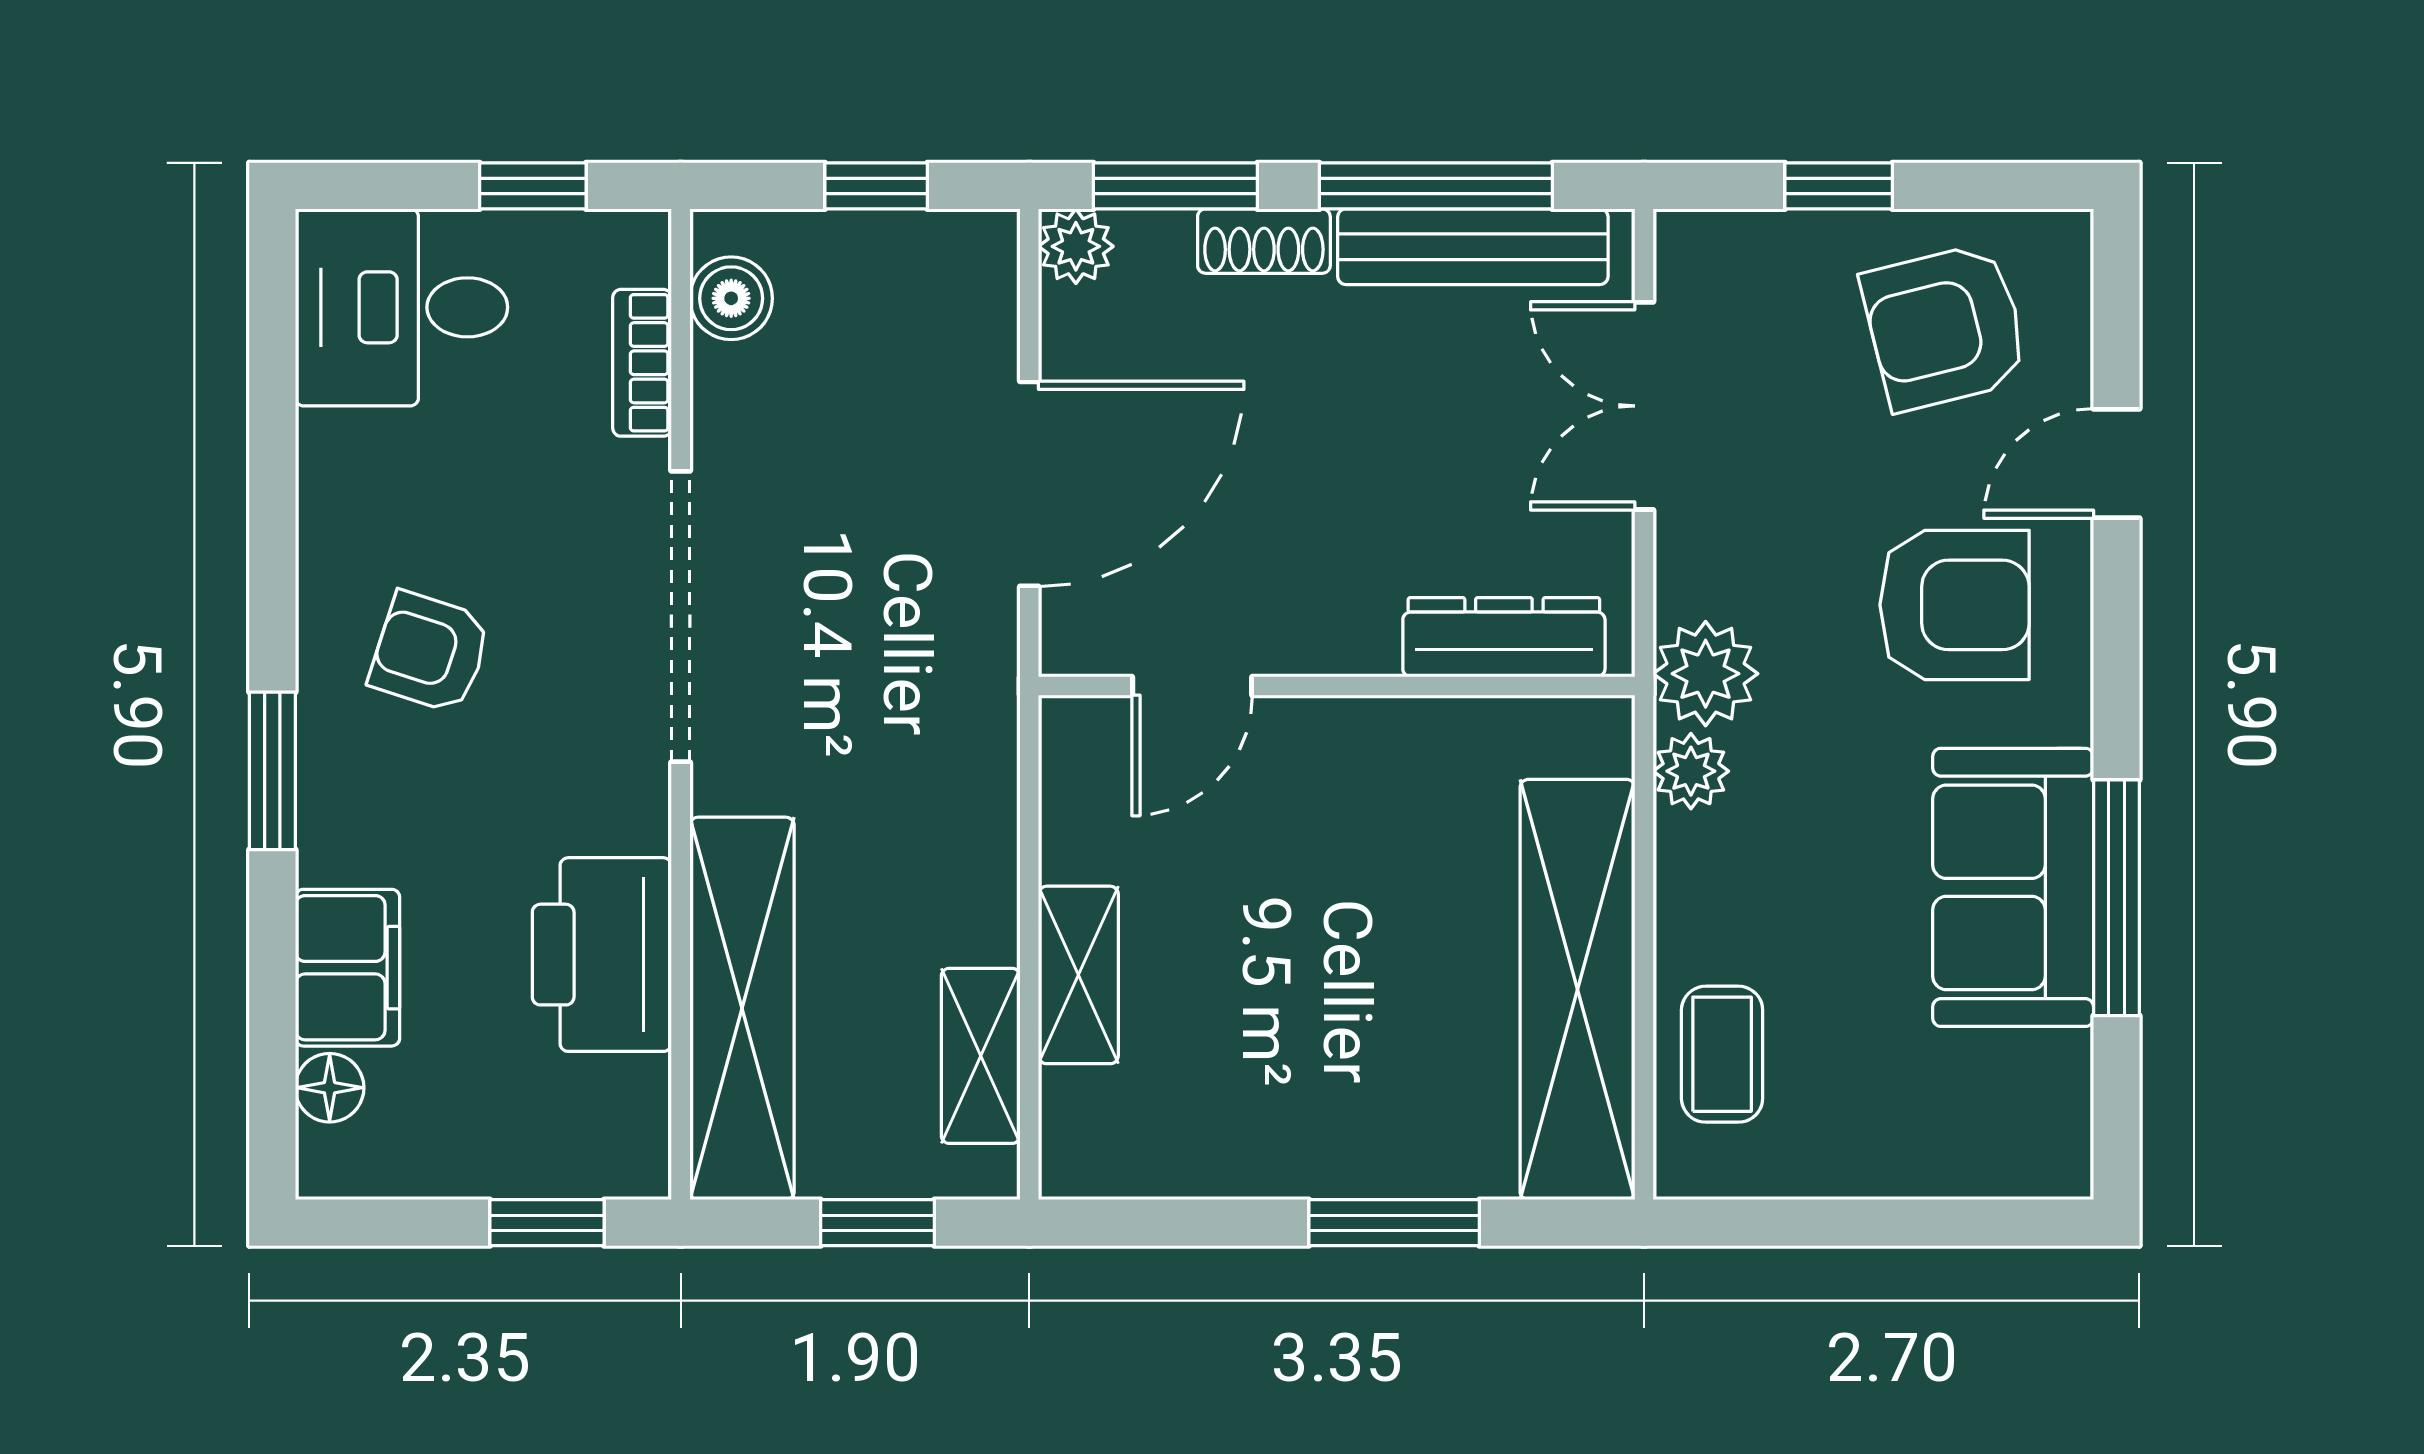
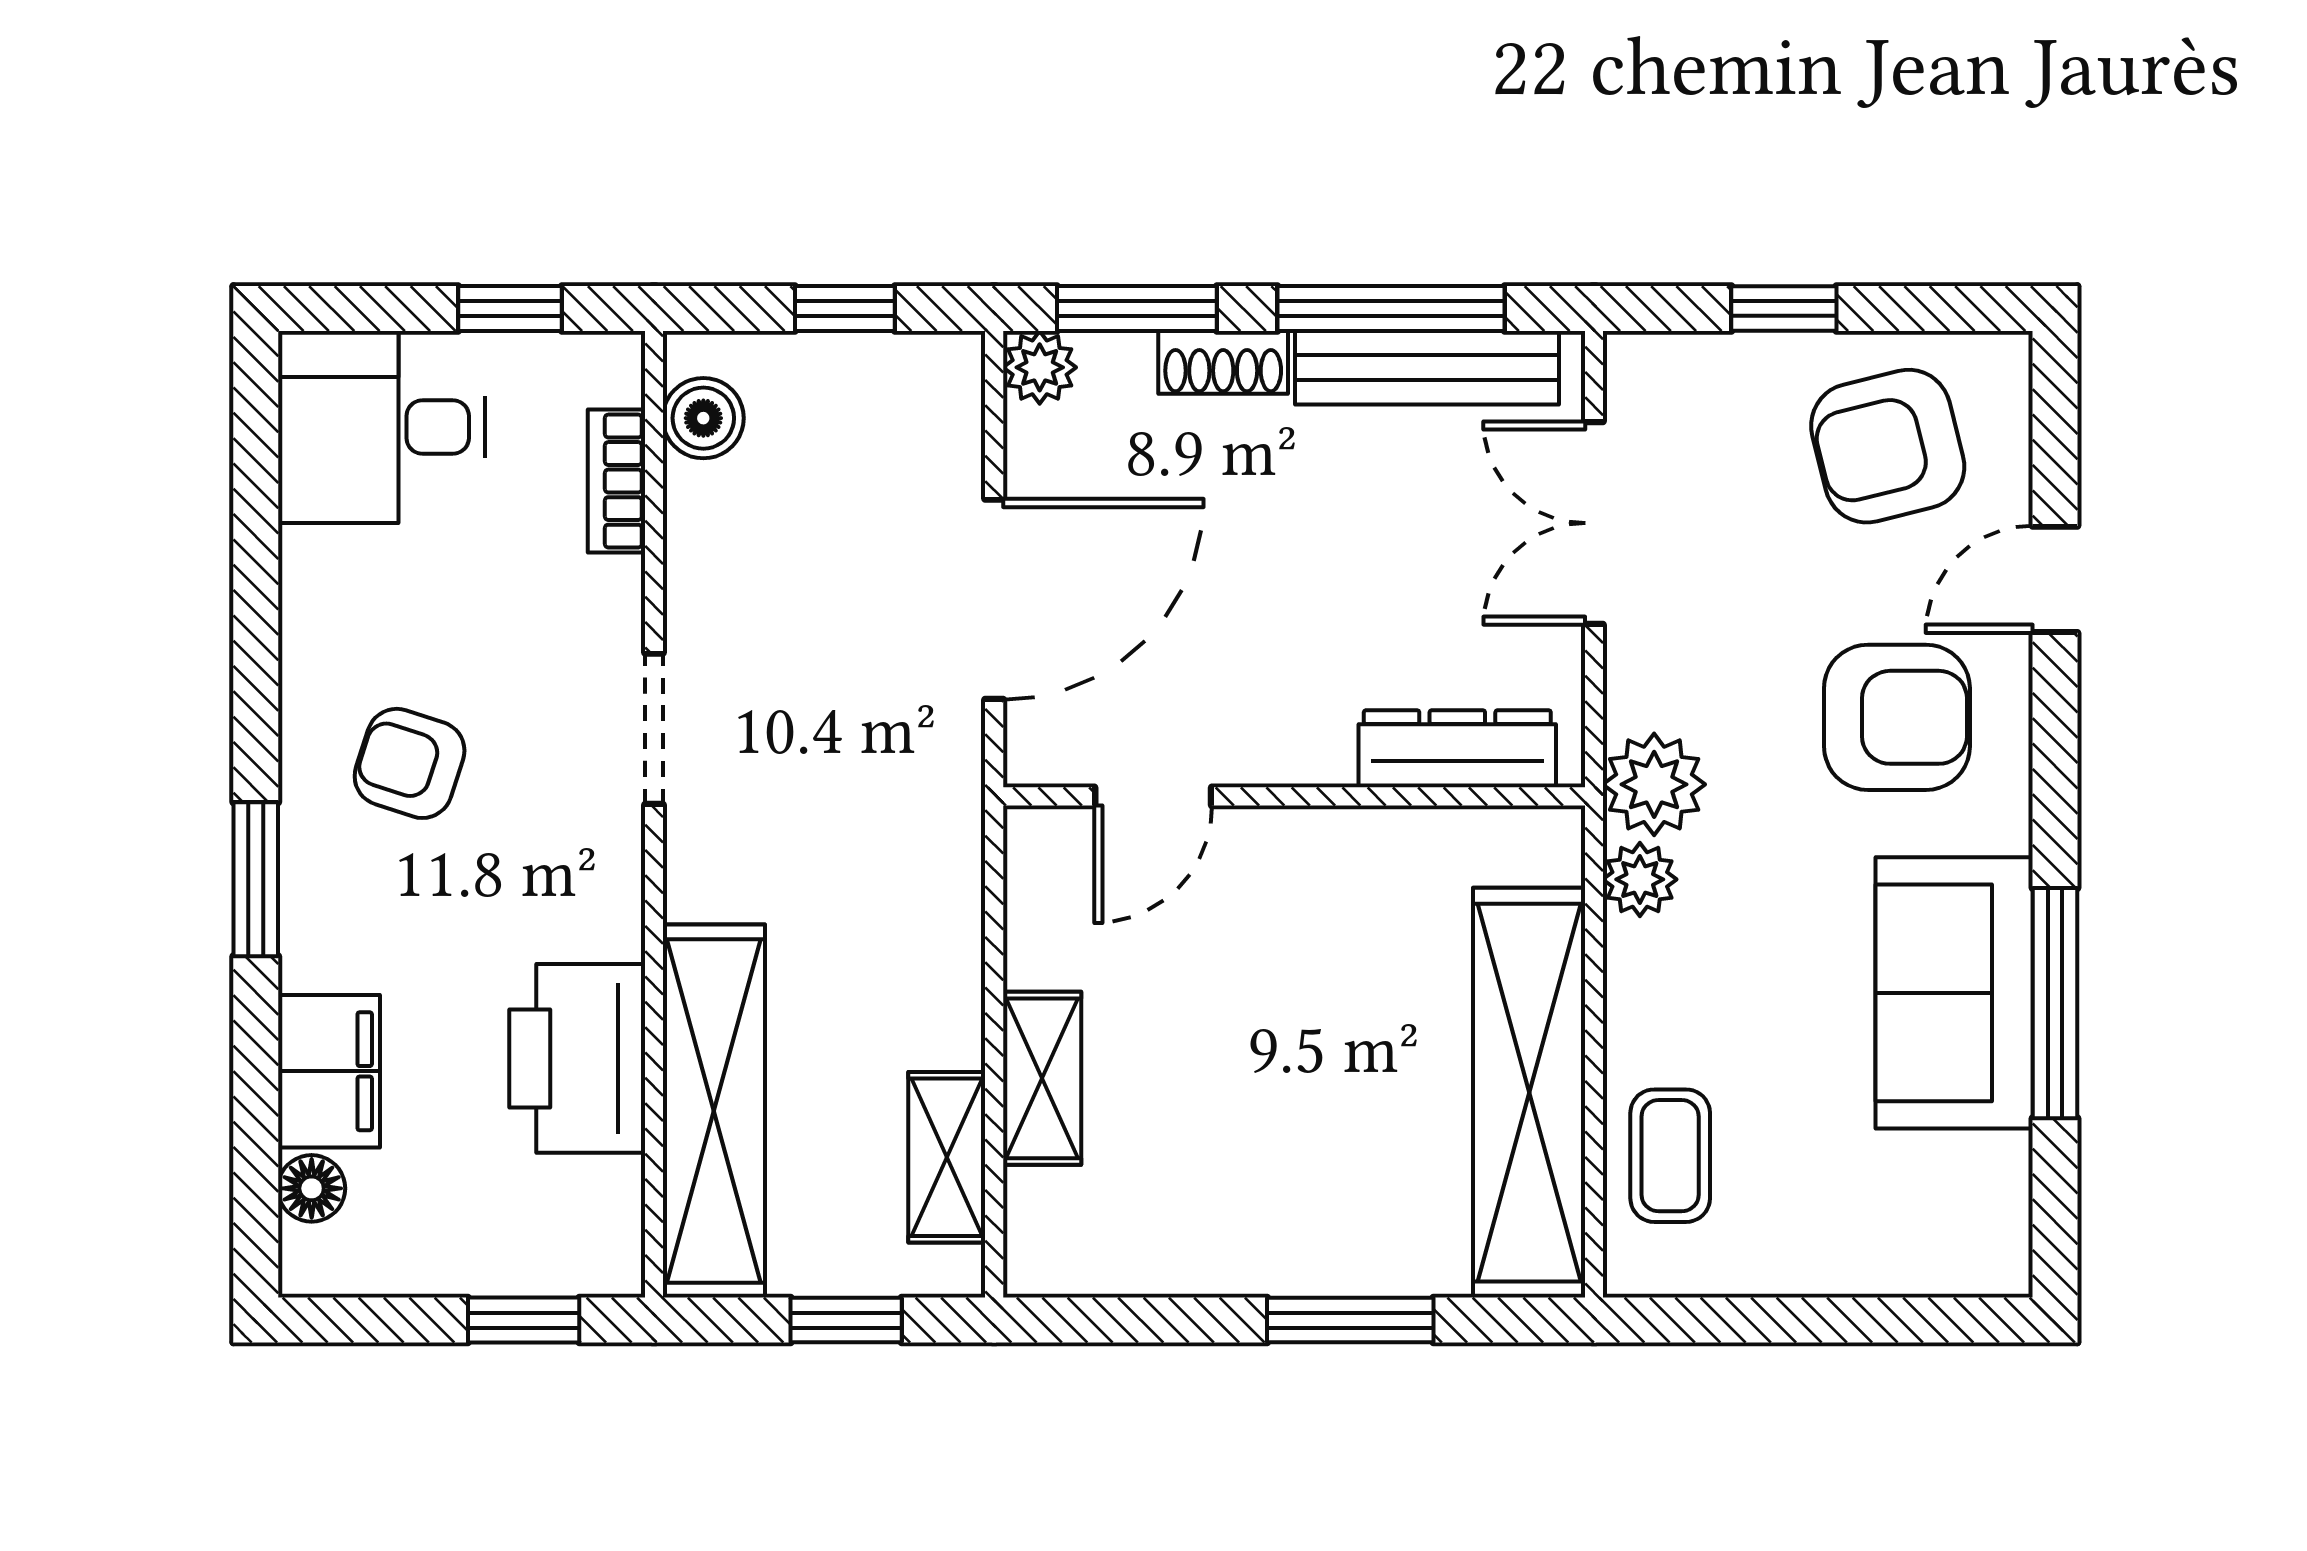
doorway: (681, 617) -> (654, 729), width x0.53

